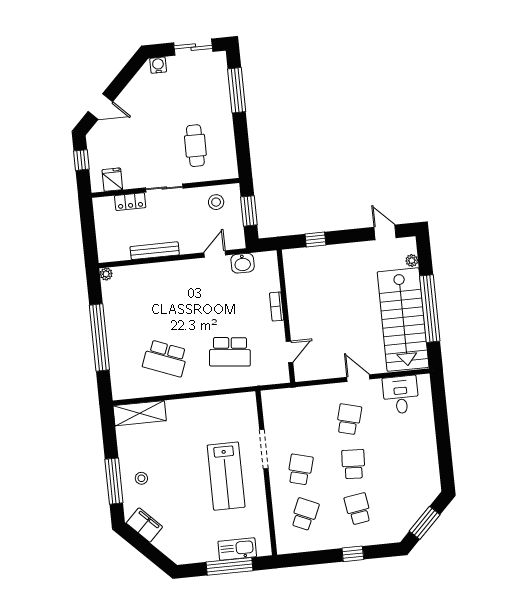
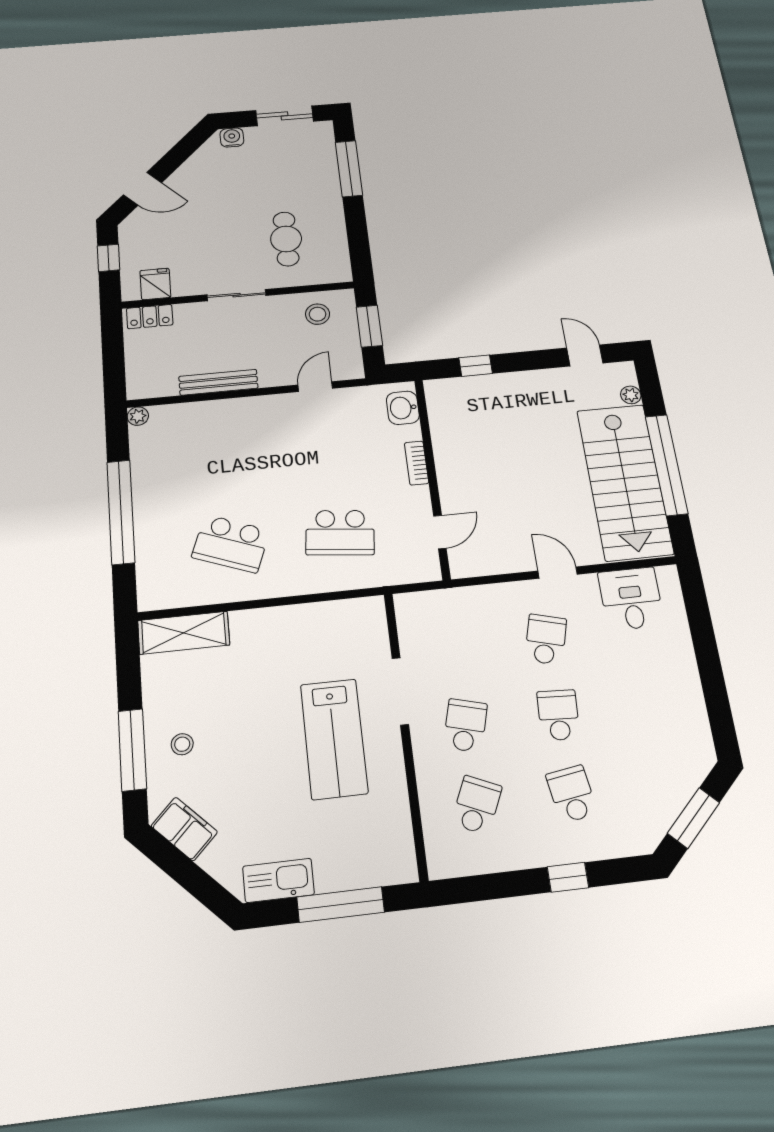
locker: (130, 202) -> (150, 317), moved
washbasin: (243, 263) -> (403, 408), moved, turned 90
kitchen sink: (237, 549) -> (278, 880), moved

